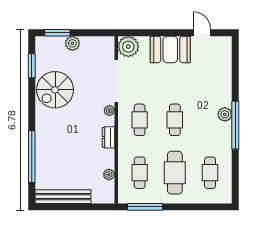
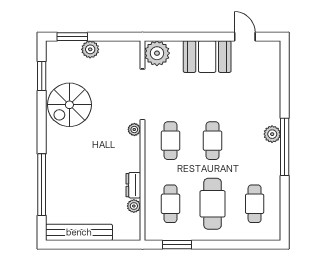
dresser: (109, 137) -> (133, 185), moved
window: (145, 207) -> (177, 245), width x0.69

